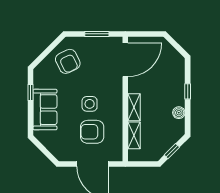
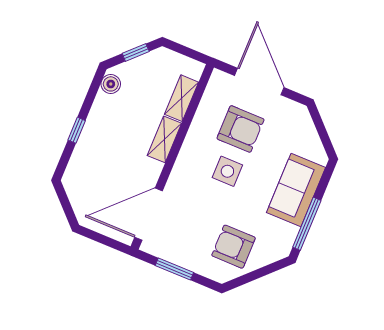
armchair: (68, 61) -> (234, 247), turned -64
window: (30, 92) -> (307, 224), width x2.17
boiler: (179, 113) -> (111, 84), moved

